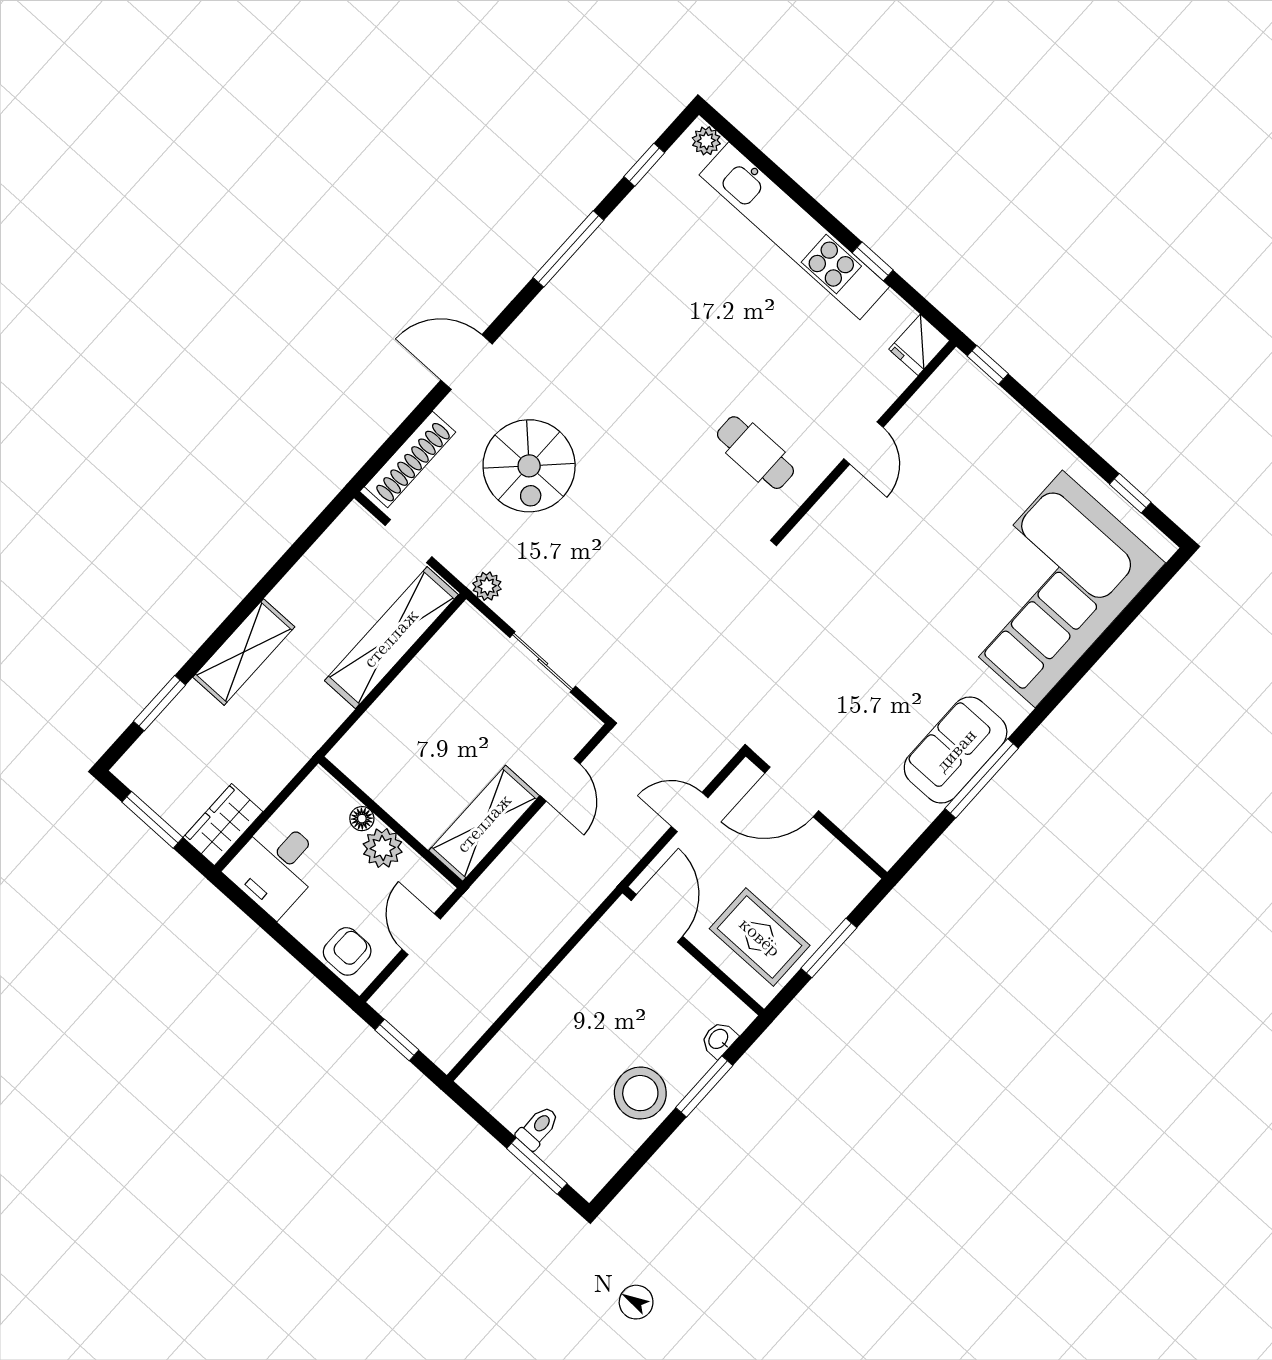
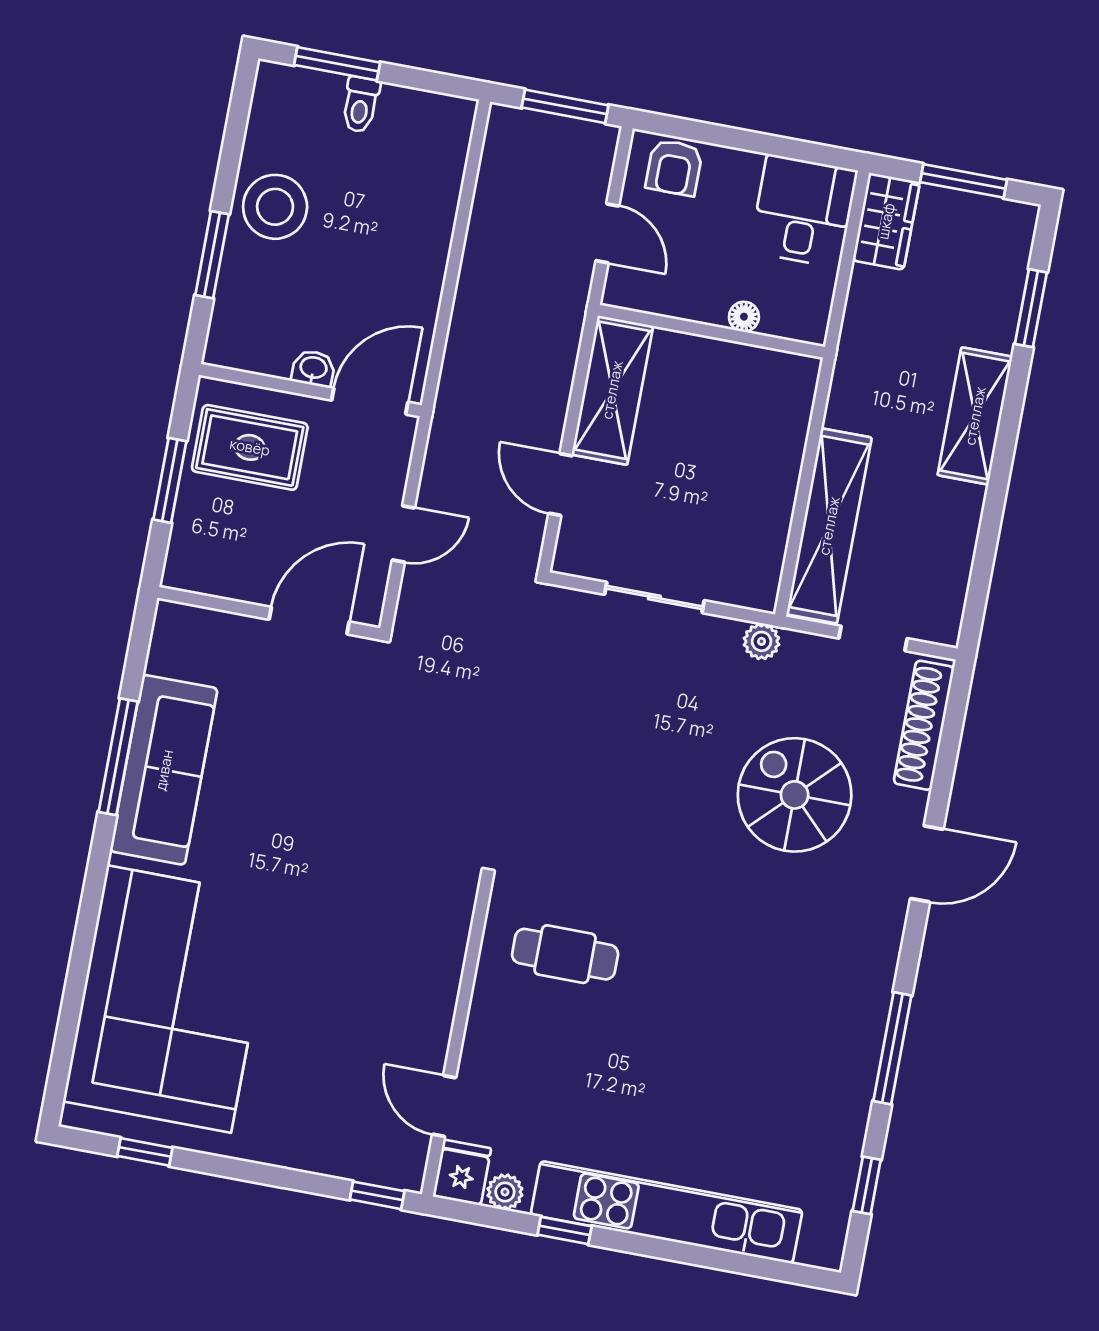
plant: (706, 141) -> (505, 1192), moved
door: (863, 443) -> (444, 1106), moved
sofa: (956, 750) -> (164, 770), width x1.36
plant: (383, 848) -> (703, 299), removed
door: (657, 918) -> (370, 401), swing flipped
washbasin: (719, 1039) -> (313, 368), moved, turned -90
window: (397, 1040) -> (565, 106), width x1.50

